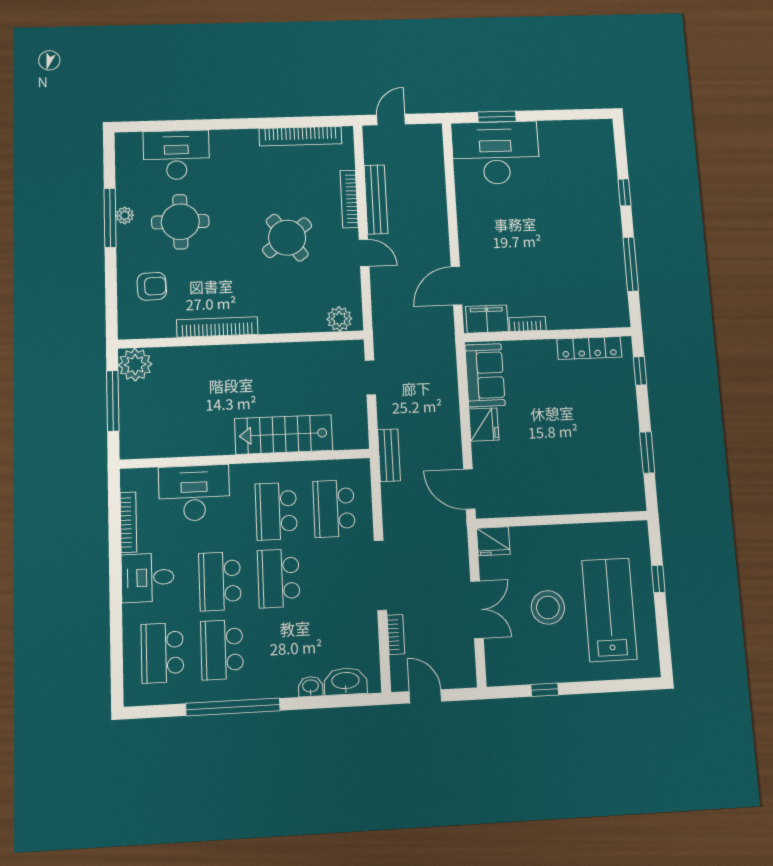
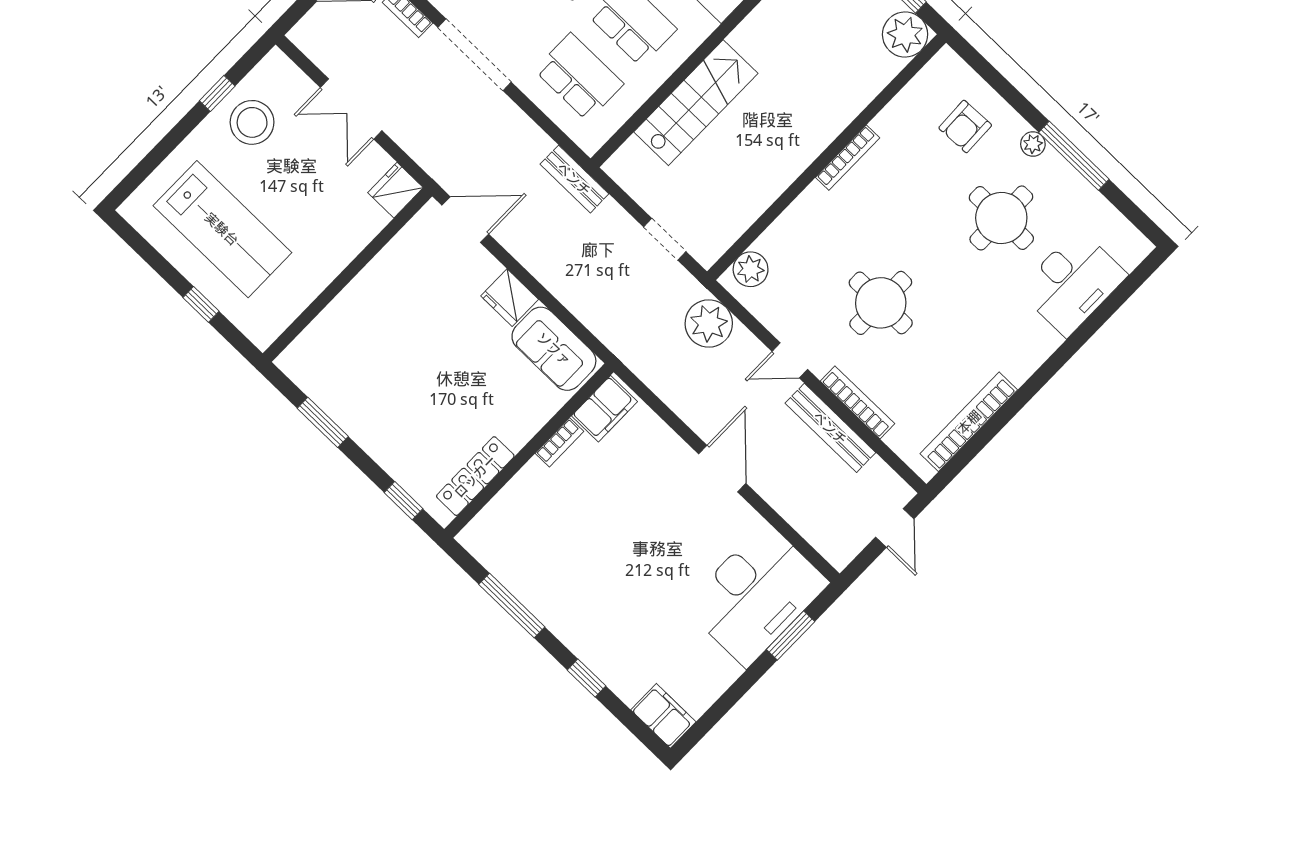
filing cabinet: (601, 138) -> (663, 716), added
plant: (125, 215) -> (1033, 144), moved
round table: (287, 238) -> (881, 303), turned 36
door: (457, 286) -> (722, 469), moved
plant: (389, 312) -> (709, 323), added
bookcase: (217, 327) -> (848, 158), width x0.68, depth x0.76
stool: (548, 607) -> (252, 122), moved

